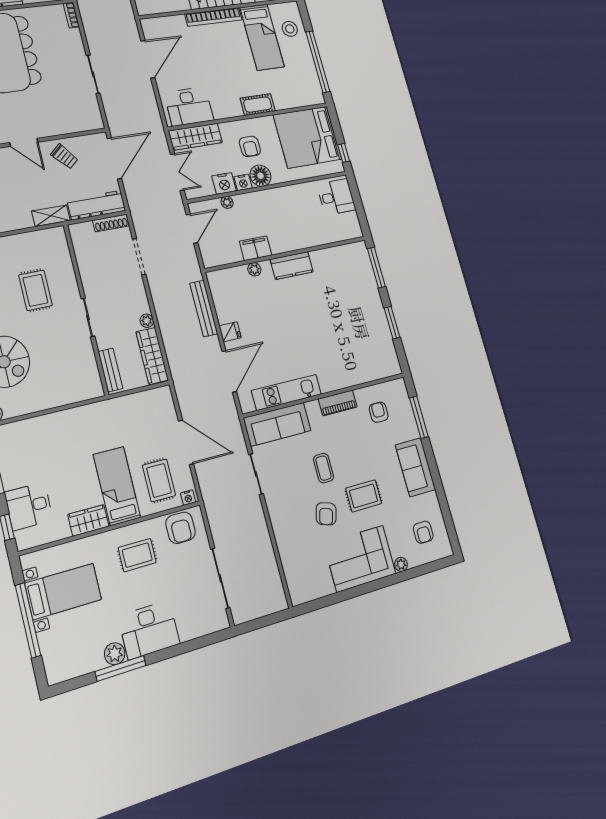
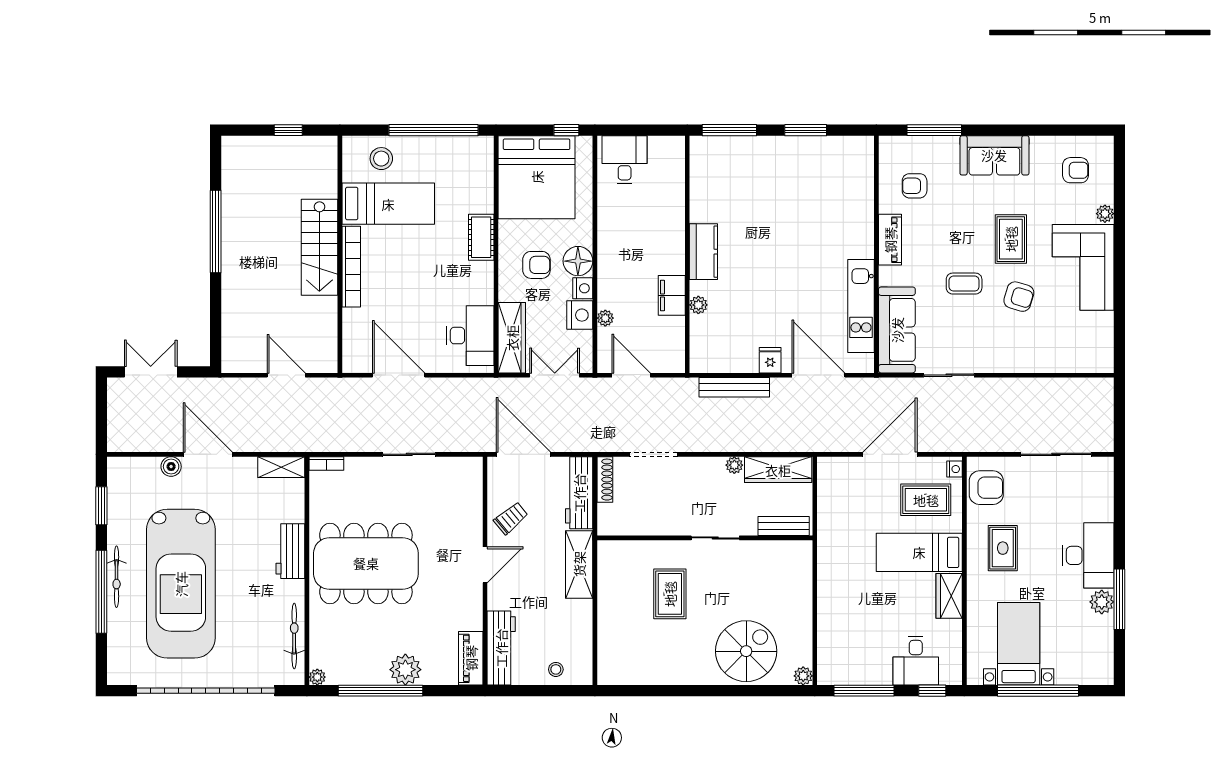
shelving: (51, 216) -> (579, 564), width x1.50, depth x1.33
rug: (35, 290) -> (670, 594), turned 90

